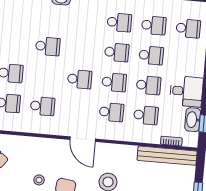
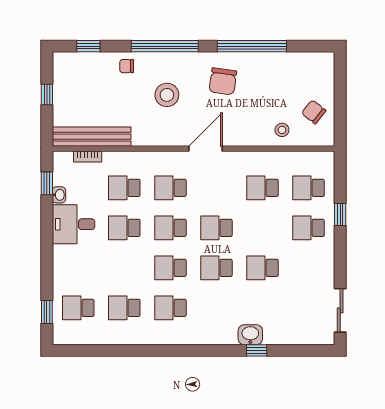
school desk: (151, 55) -> (216, 268), moved
washbasin: (193, 120) -> (59, 195), width x0.52, depth x0.69
door: (83, 139) -> (205, 149), hinge flipped
stool: (39, 180) -> (282, 130), moved

